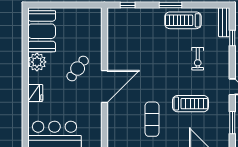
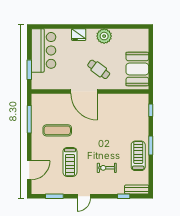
booth: (42, 31) -> (137, 69), moved, turned 90

